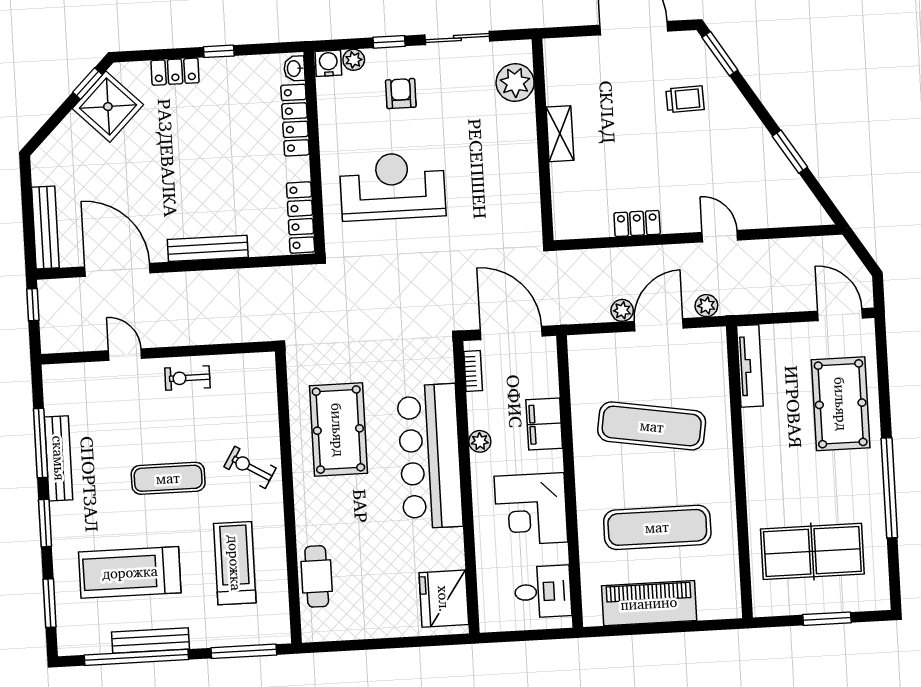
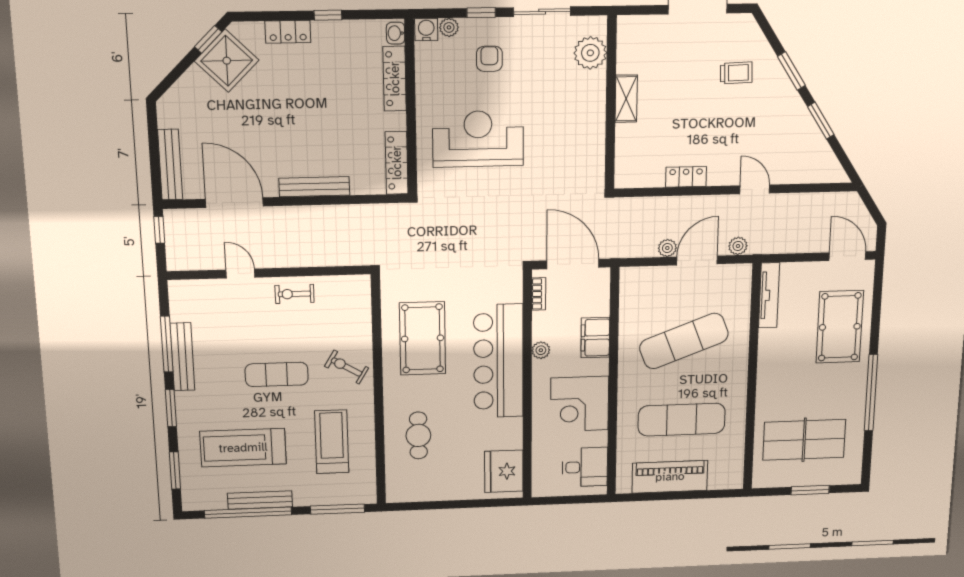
window: (720, 54) -> (791, 71), moved
exercise mat: (652, 426) -> (684, 341), turned -30
cafe table: (317, 576) -> (418, 435), moved

